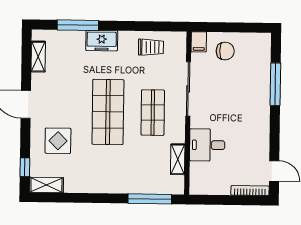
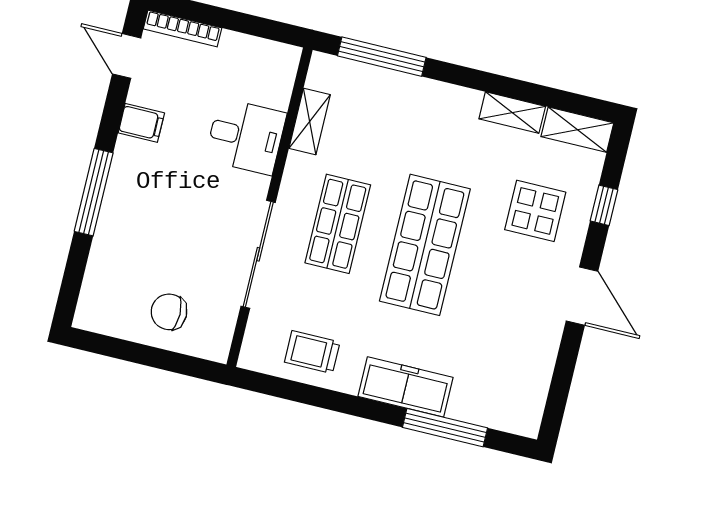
freezer: (102, 41) -> (406, 387), width x1.40
filing cabinet: (199, 42) -> (141, 123), moved, turned 90
shelving: (38, 57) -> (512, 113), moved, turned 90
window: (275, 84) -> (94, 192), moved
window: (25, 167) -> (604, 205), moved

